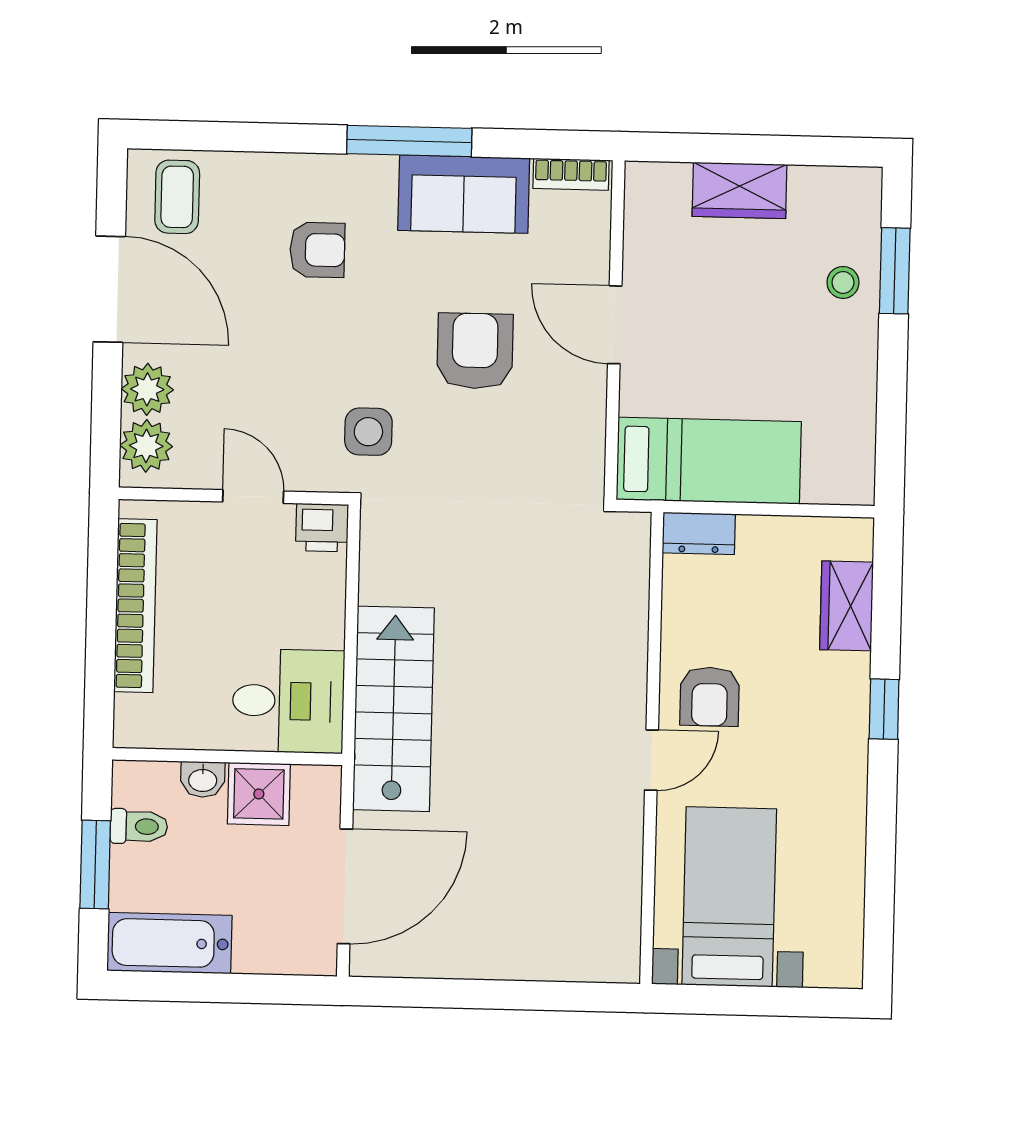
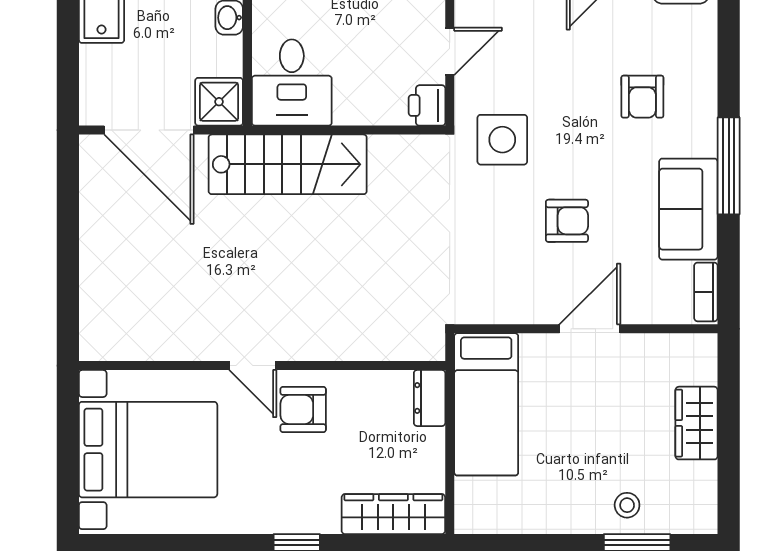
armchair: (475, 351) -> (567, 221), width x0.72, depth x0.72
side table: (368, 432) -> (502, 140), width x1.37, depth x1.37
wardrobe: (847, 606) -> (393, 514), width x1.50
shower: (259, 794) -> (219, 102), moved
bed with nightstands: (729, 897) -> (148, 450), width x1.36

